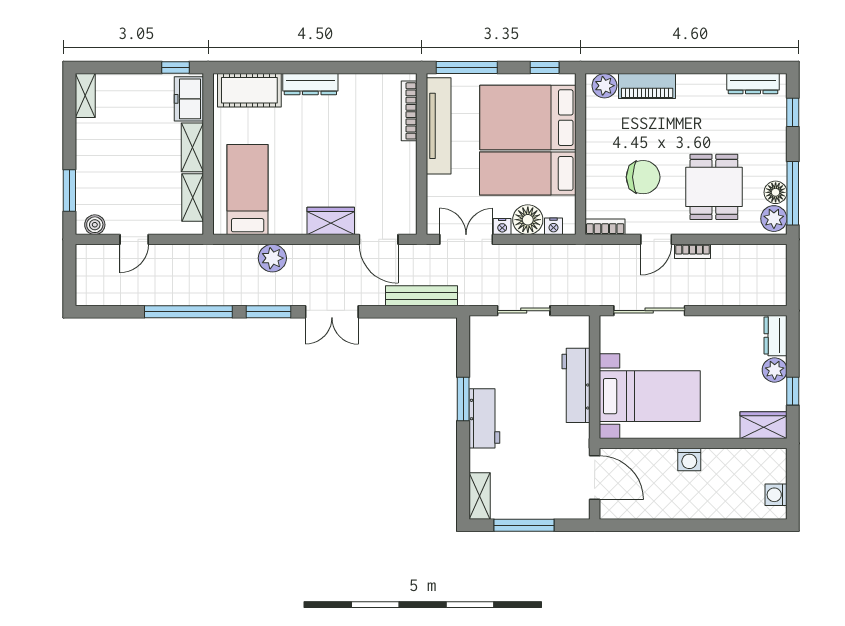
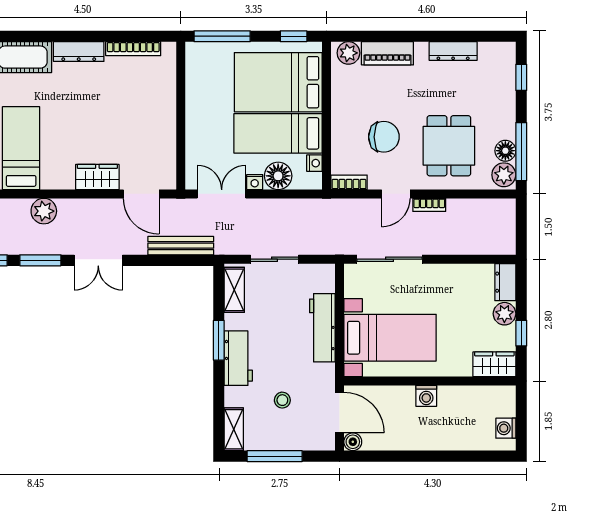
dresser: (753, 84) -> (453, 51), moved
bookcase: (409, 111) -> (133, 49), moved, turned -90
tv unit: (439, 126) -> (196, 90), removed
nightstand: (554, 226) -> (314, 163), moved, turned -90
shelving: (480, 344) -> (234, 290), added
stool: (532, 464) -> (282, 400), added
boiler: (609, 510) -> (353, 442), added

